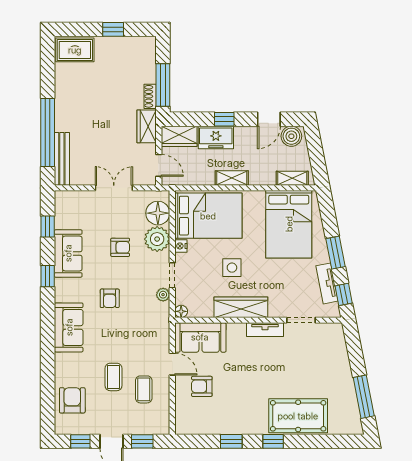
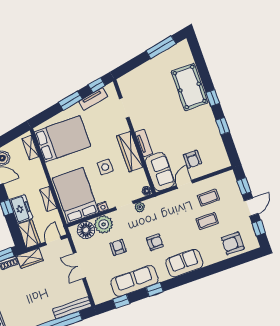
shelving: (232, 178) -> (48, 199), moved
sofa: (68, 253) -> (135, 281), width x1.36
tv unit: (265, 330) -> (144, 143), moved

